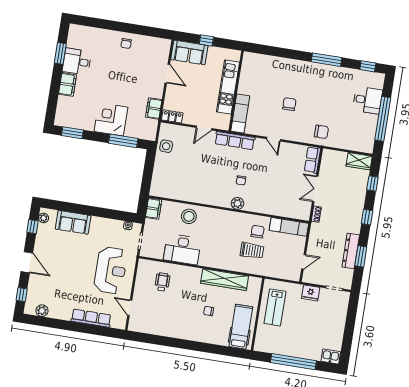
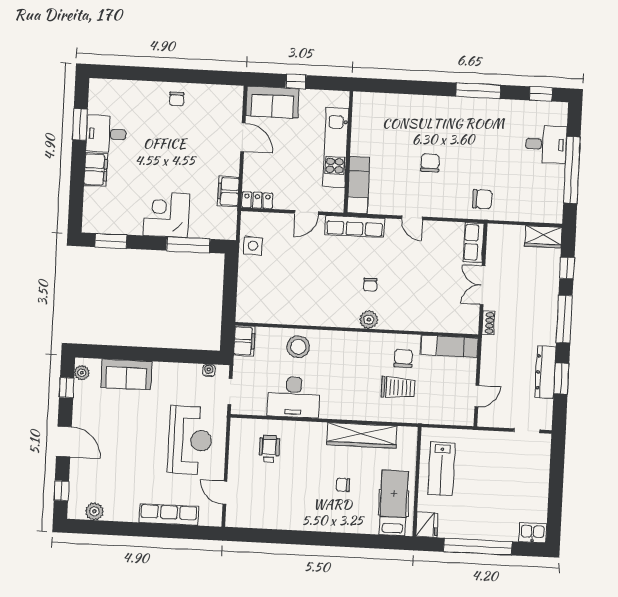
window: (367, 217) -> (564, 319), width x2.17
fridge: (311, 293) -> (427, 525), moved, turned -90

